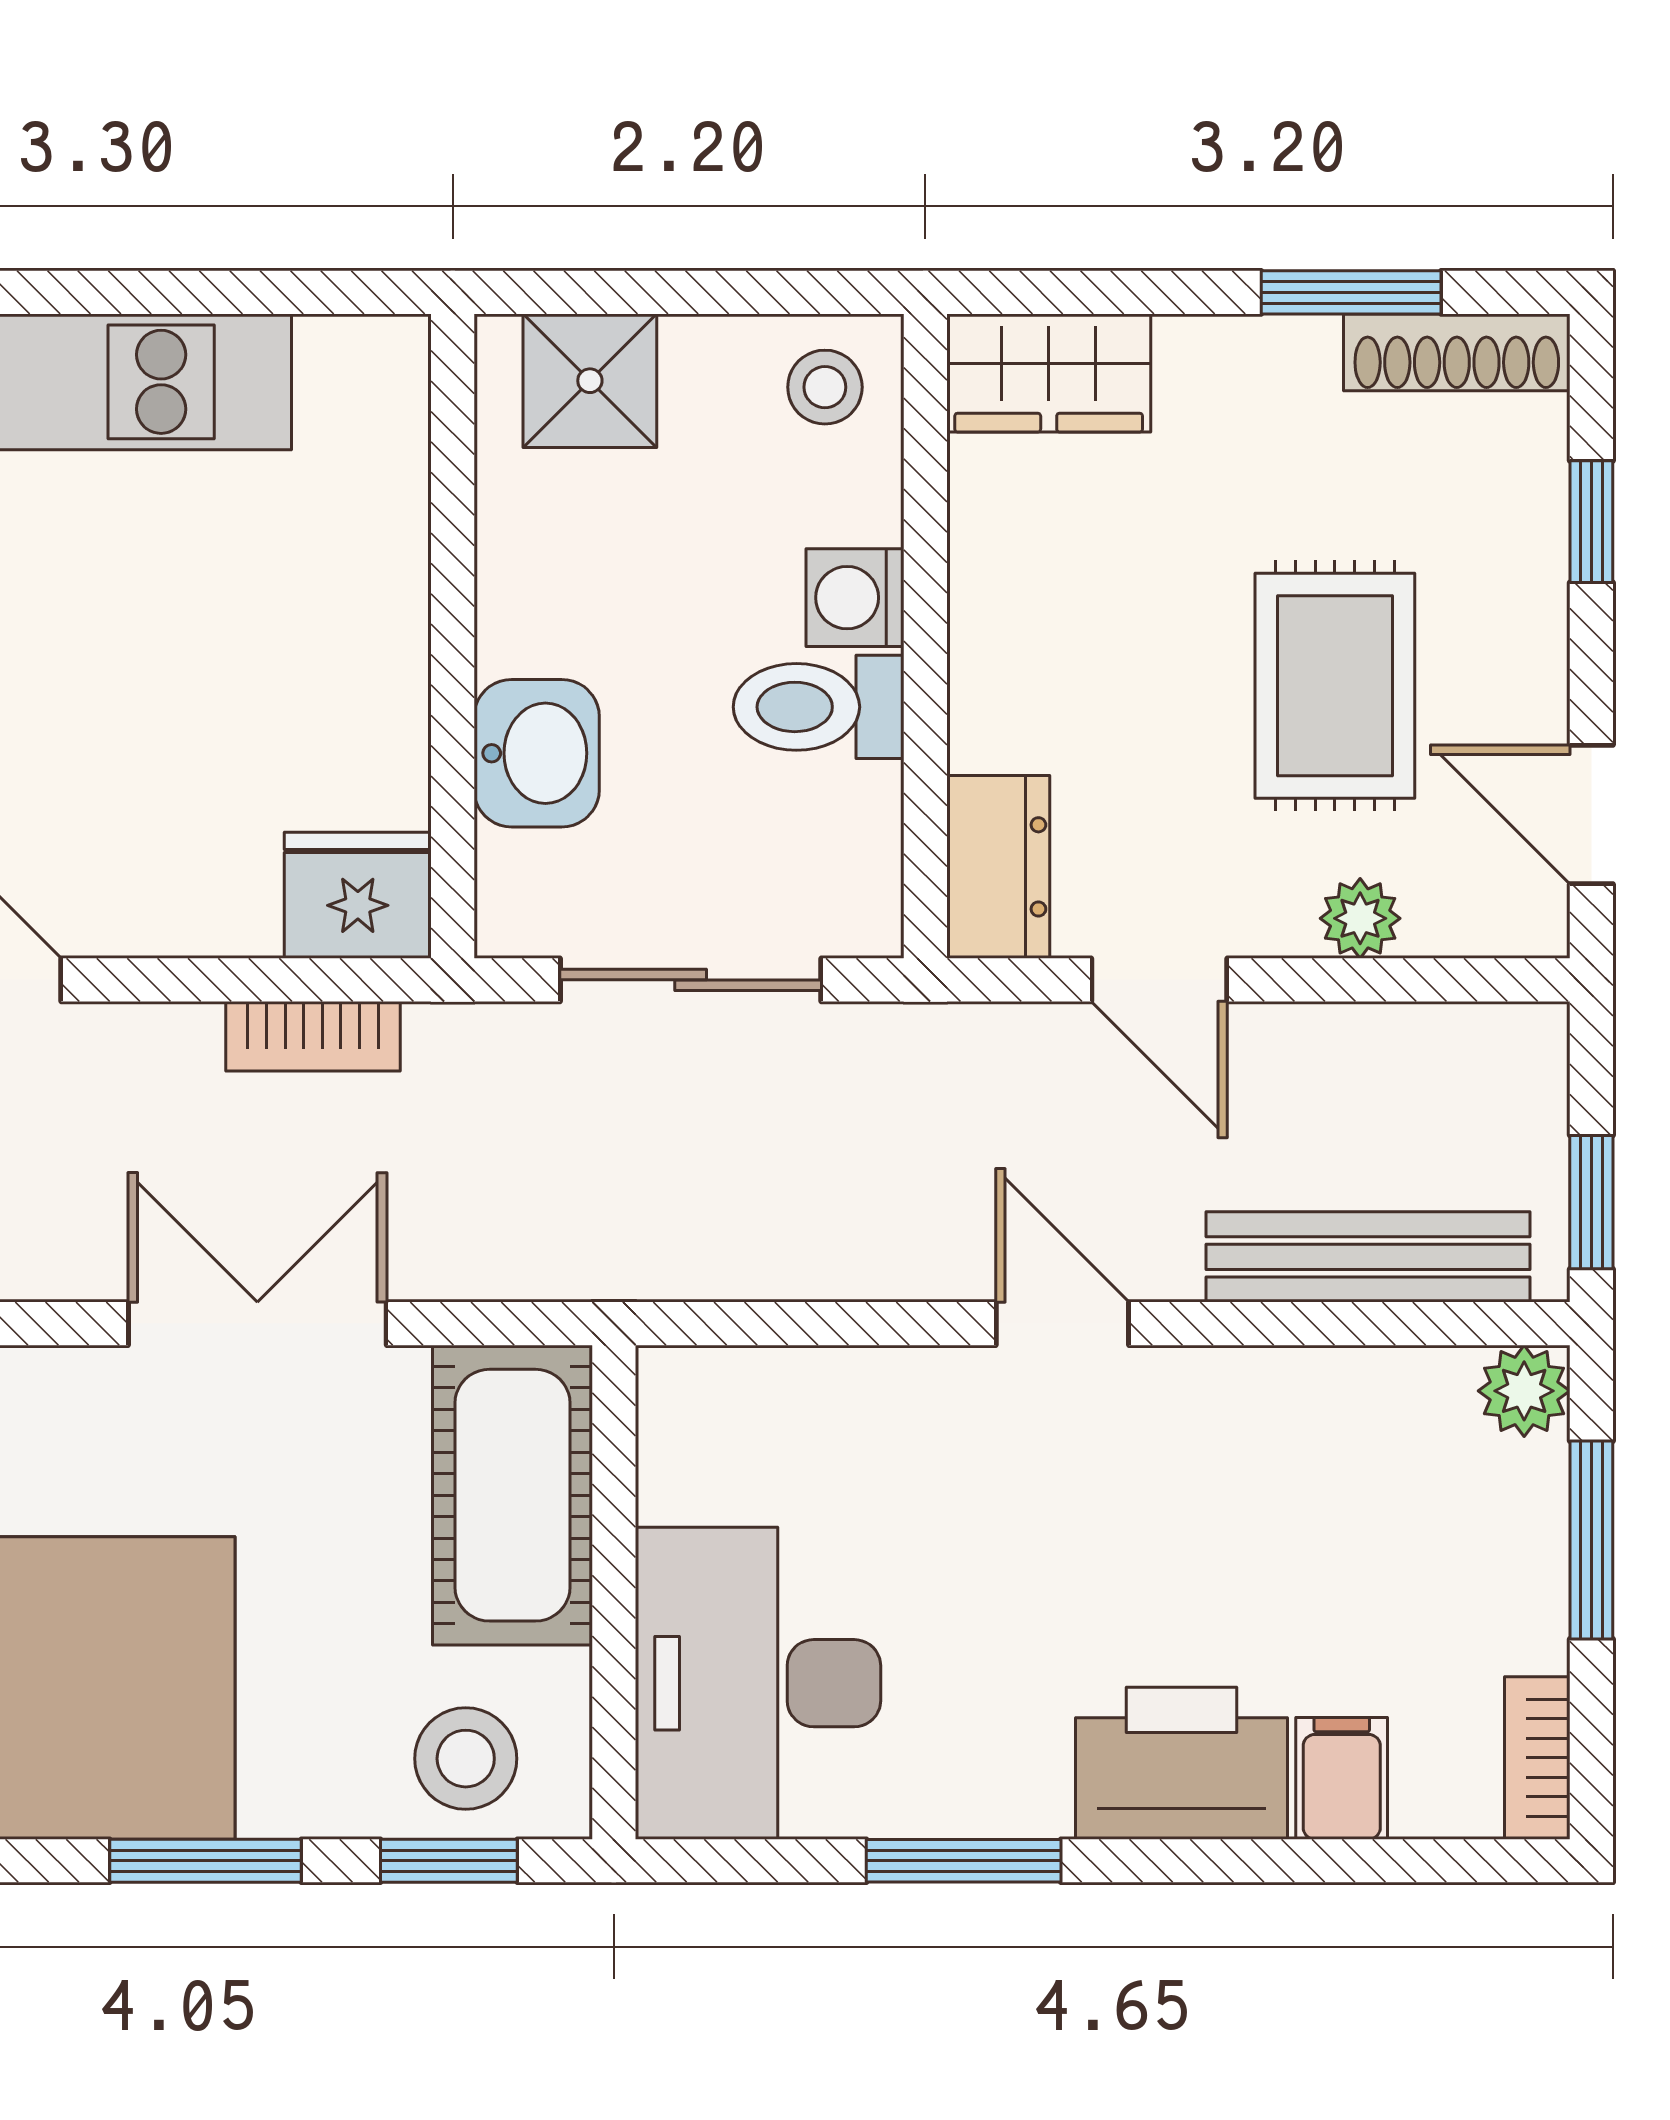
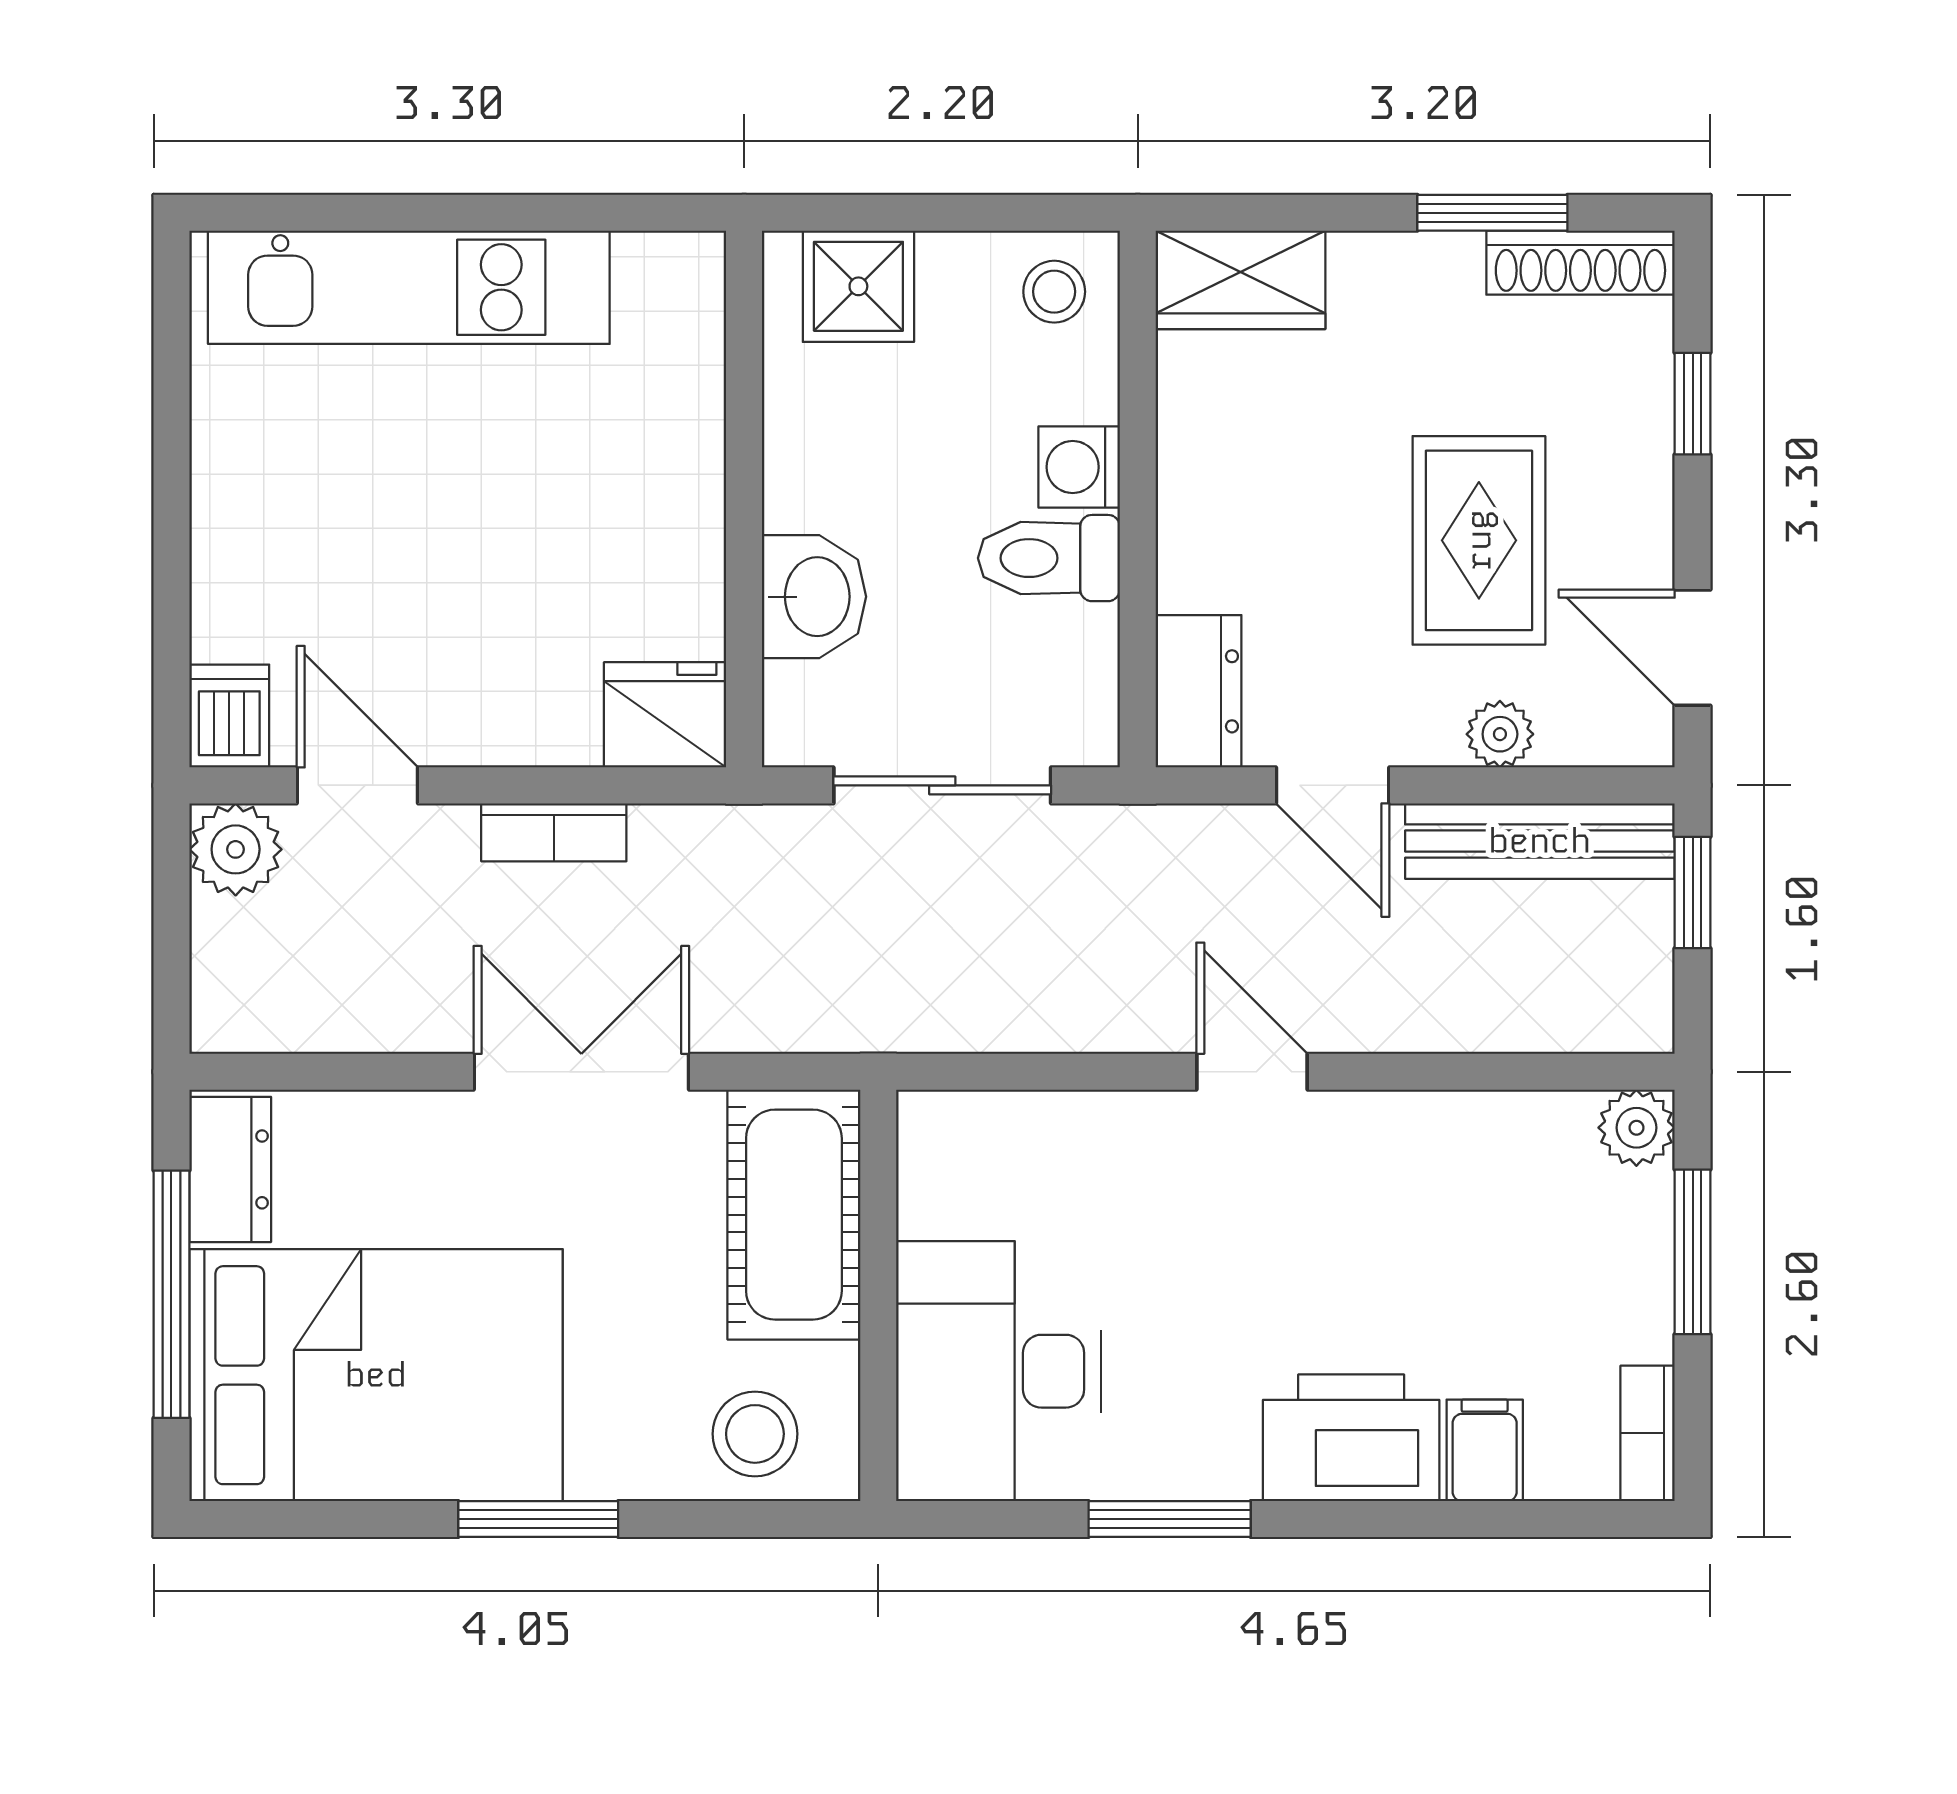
bookcase: (313, 1036) -> (554, 832), moved
window: (1591, 1202) -> (1693, 892), moved
bench: (1368, 1257) -> (1540, 841), moved
window: (449, 1861) -> (741, 1519), removed

